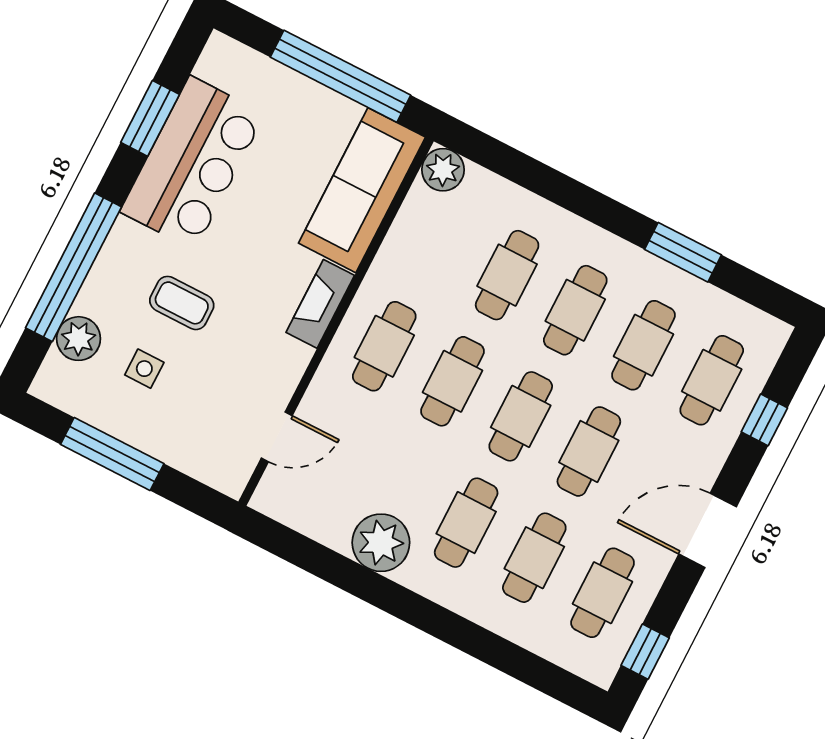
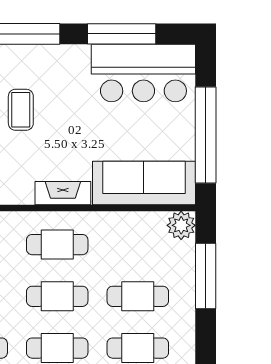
window: (150, 118) -> (122, 34), width x1.44
bar counter: (192, 163) -> (143, 73), moved
window: (526, 172) -> (206, 276), added

